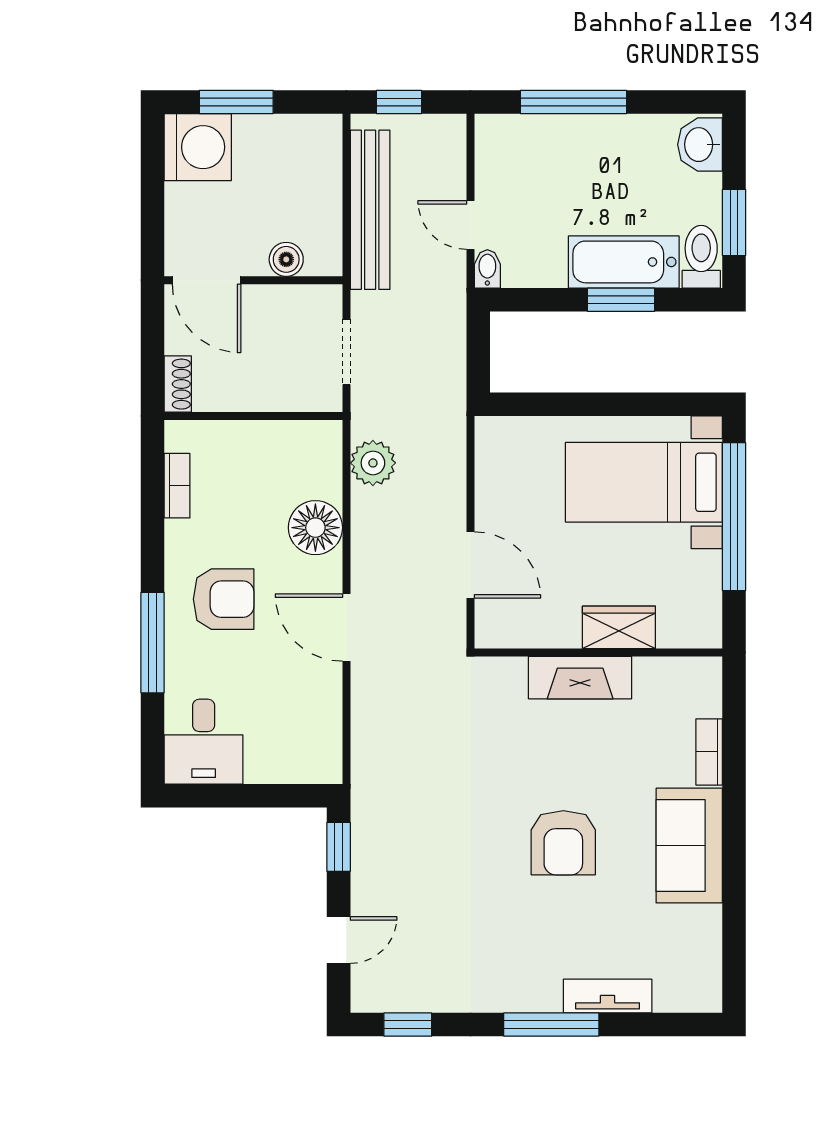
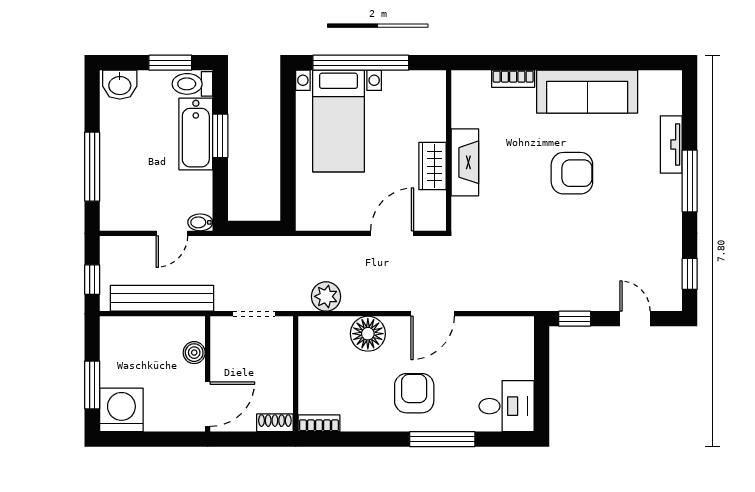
bookcase: (177, 486) -> (319, 423), moved
wardrobe: (619, 627) -> (432, 166), moved
sofa: (689, 846) -> (587, 92), width x1.36

